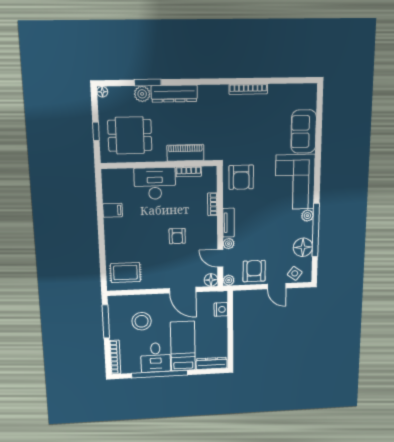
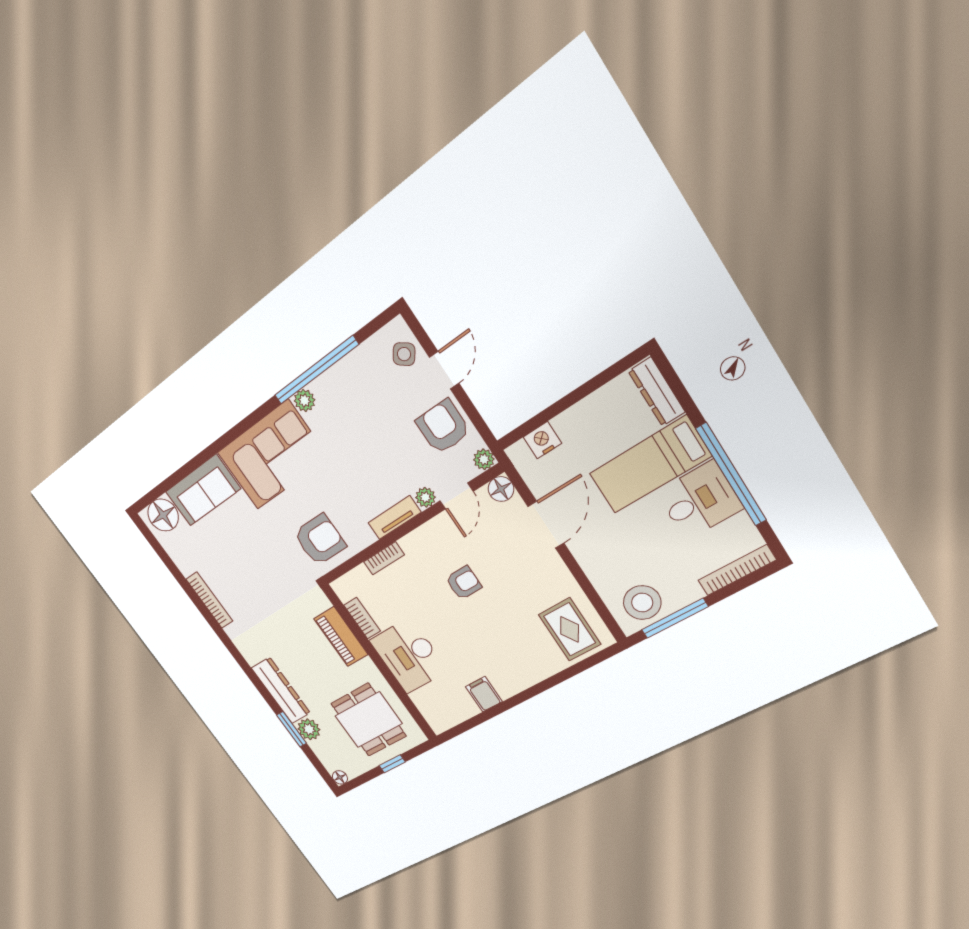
floor lamp: (303, 247) -> (163, 515), moved
armchair: (254, 271) -> (443, 427), turned 90
stool: (142, 321) -> (642, 603), moved

